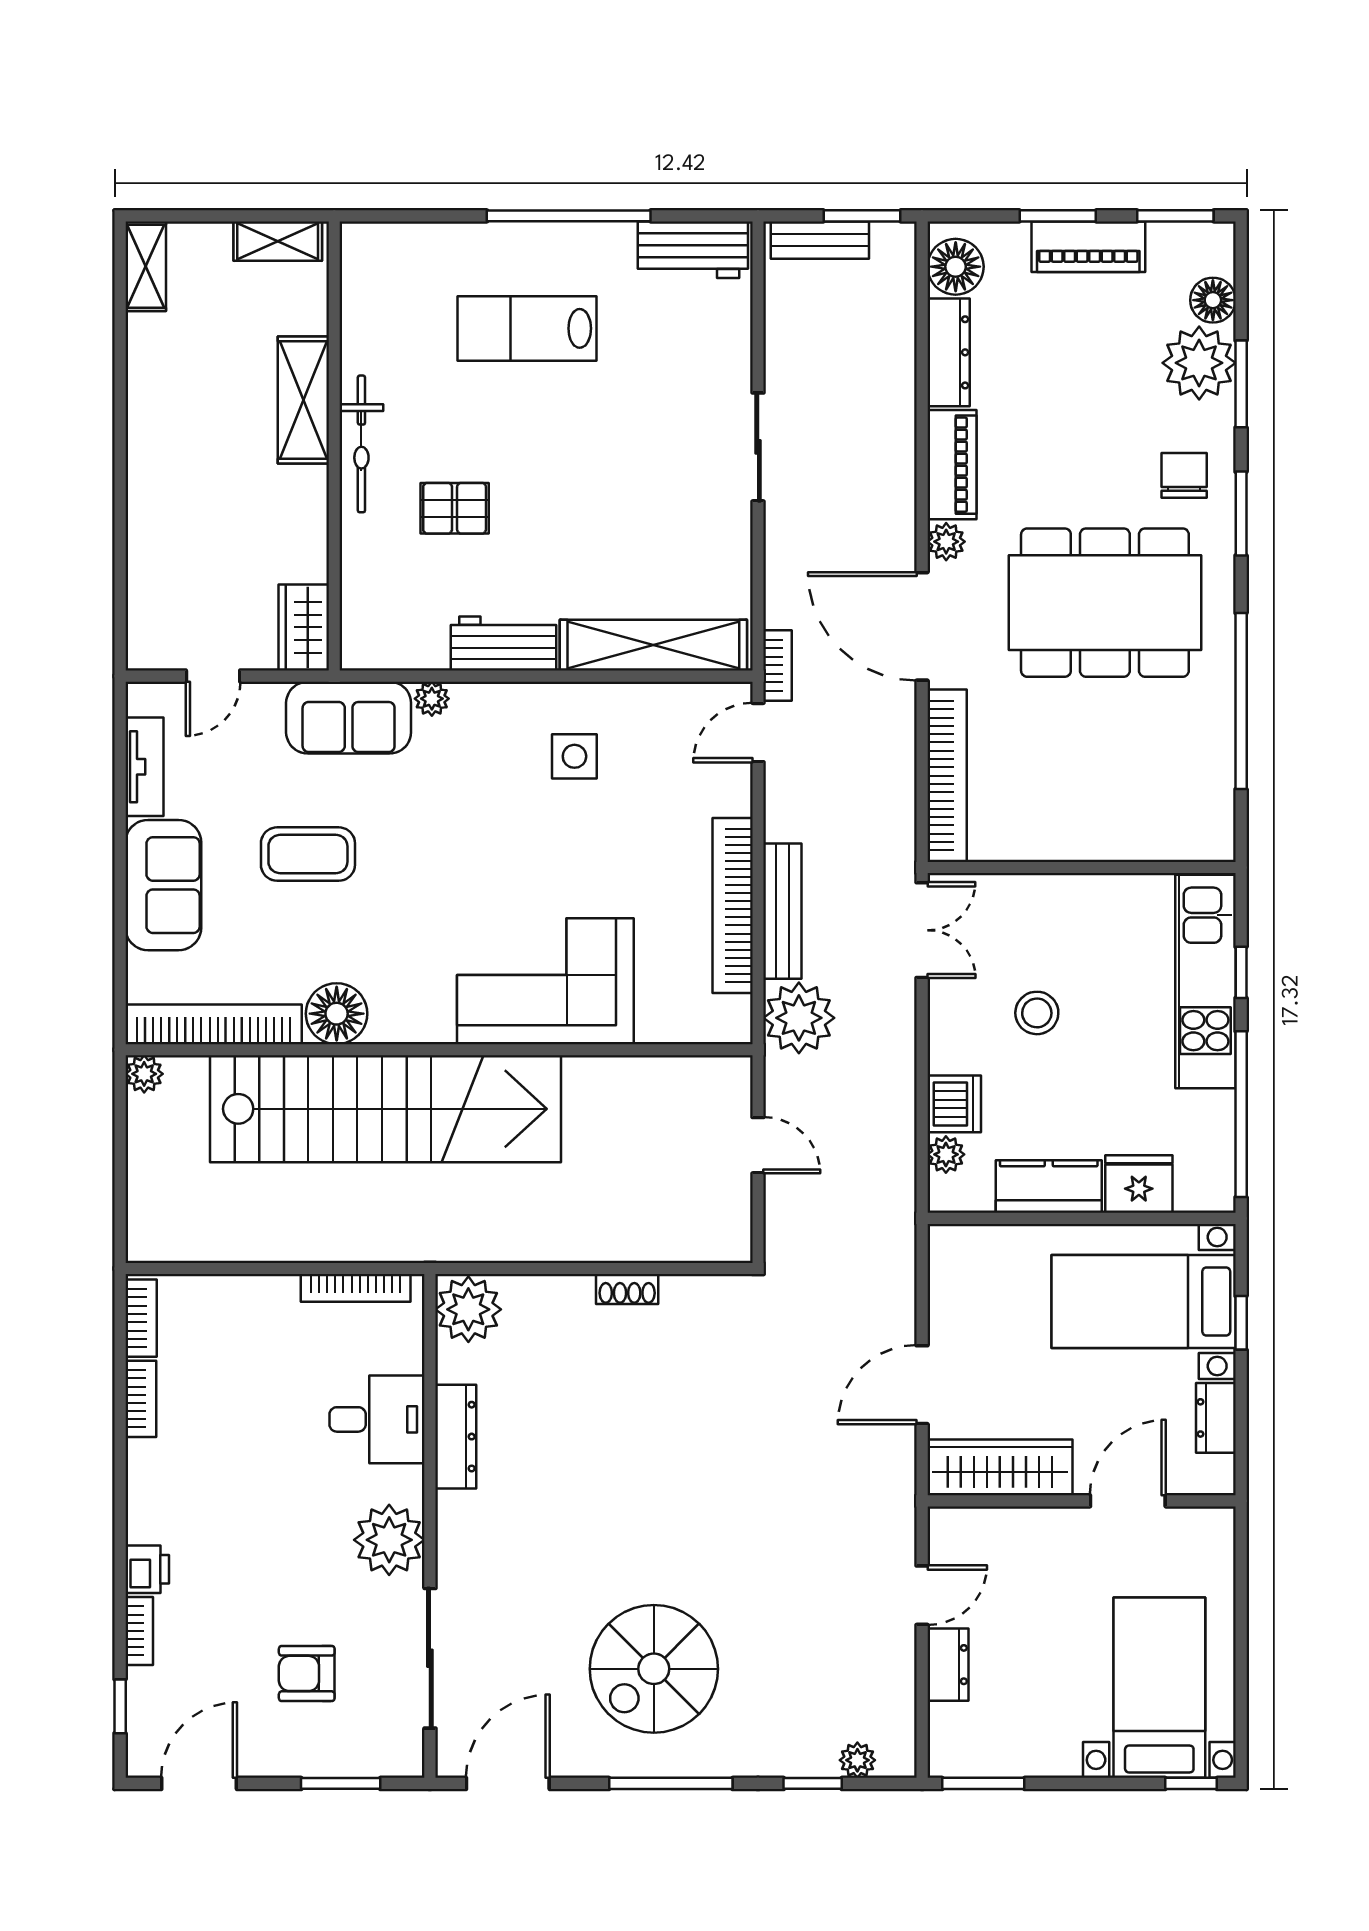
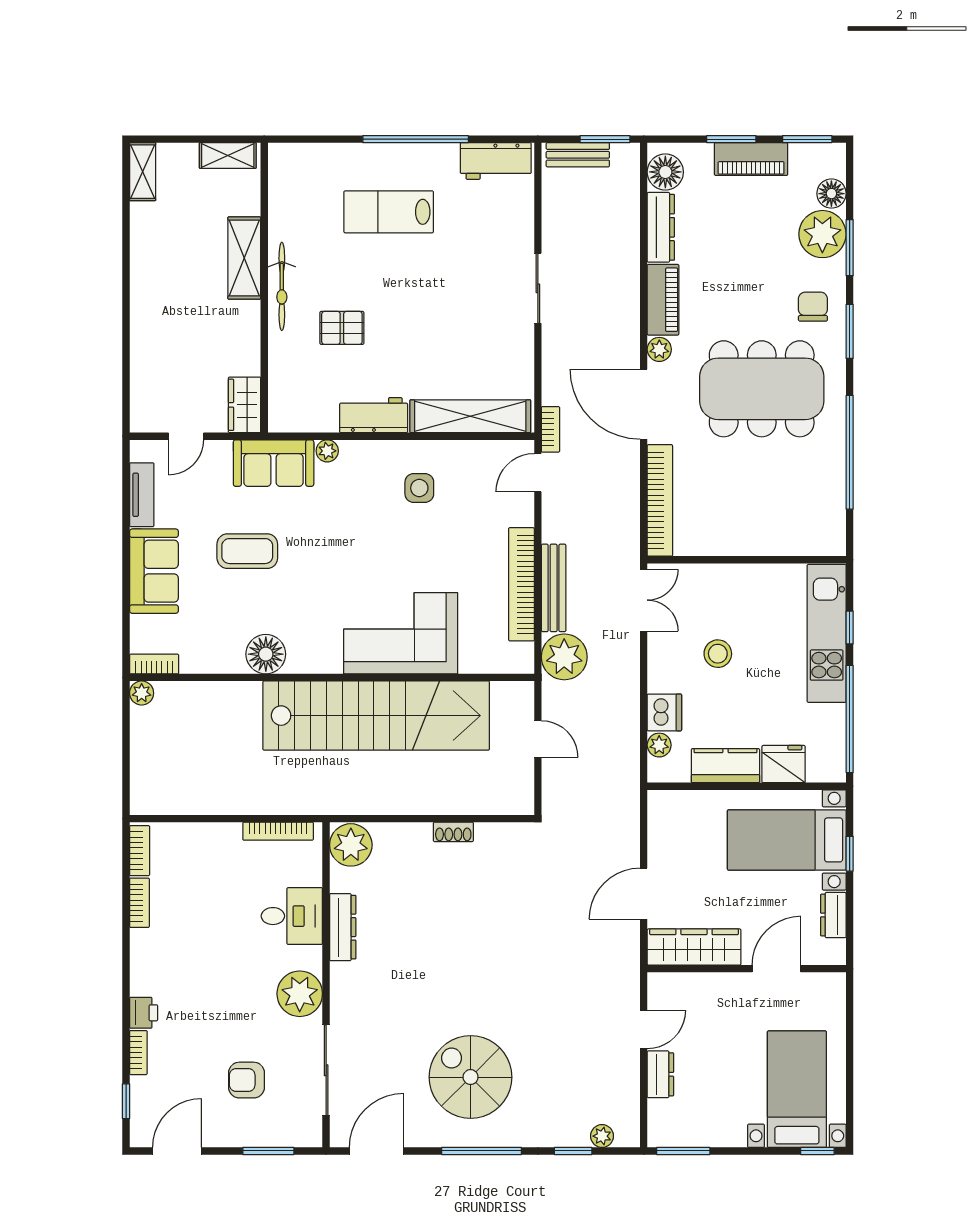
bookcase: (214, 1024) -> (154, 664), width x0.43, depth x0.76
stairs: (386, 1109) -> (376, 716), moved
spiral stairs: (654, 1669) -> (471, 1077), turned 90

